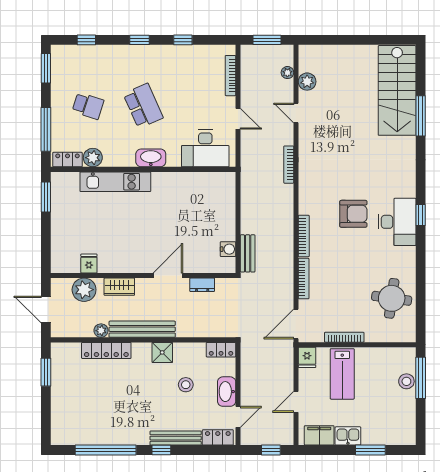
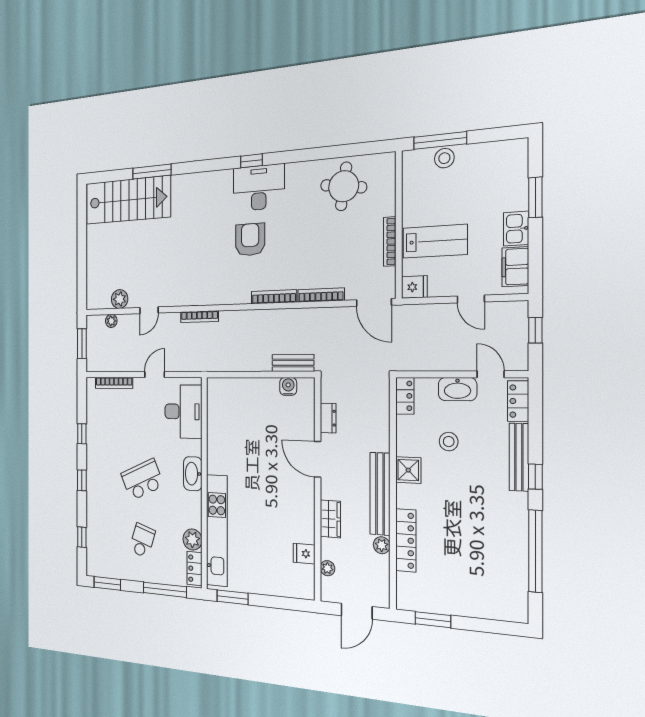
kitchen unit: (115, 182) -> (217, 530), width x1.36
plant: (84, 290) -> (327, 568), width x0.53, depth x0.53

